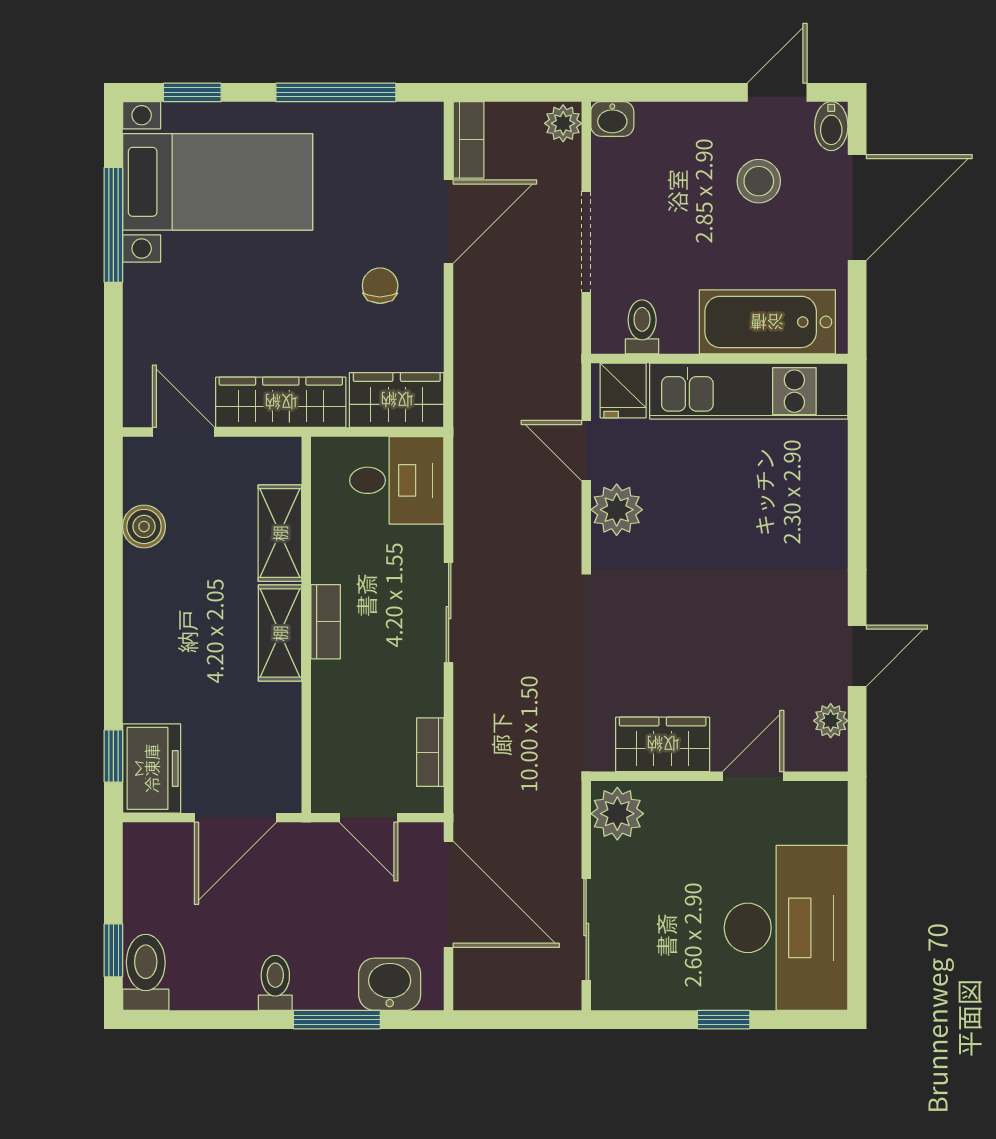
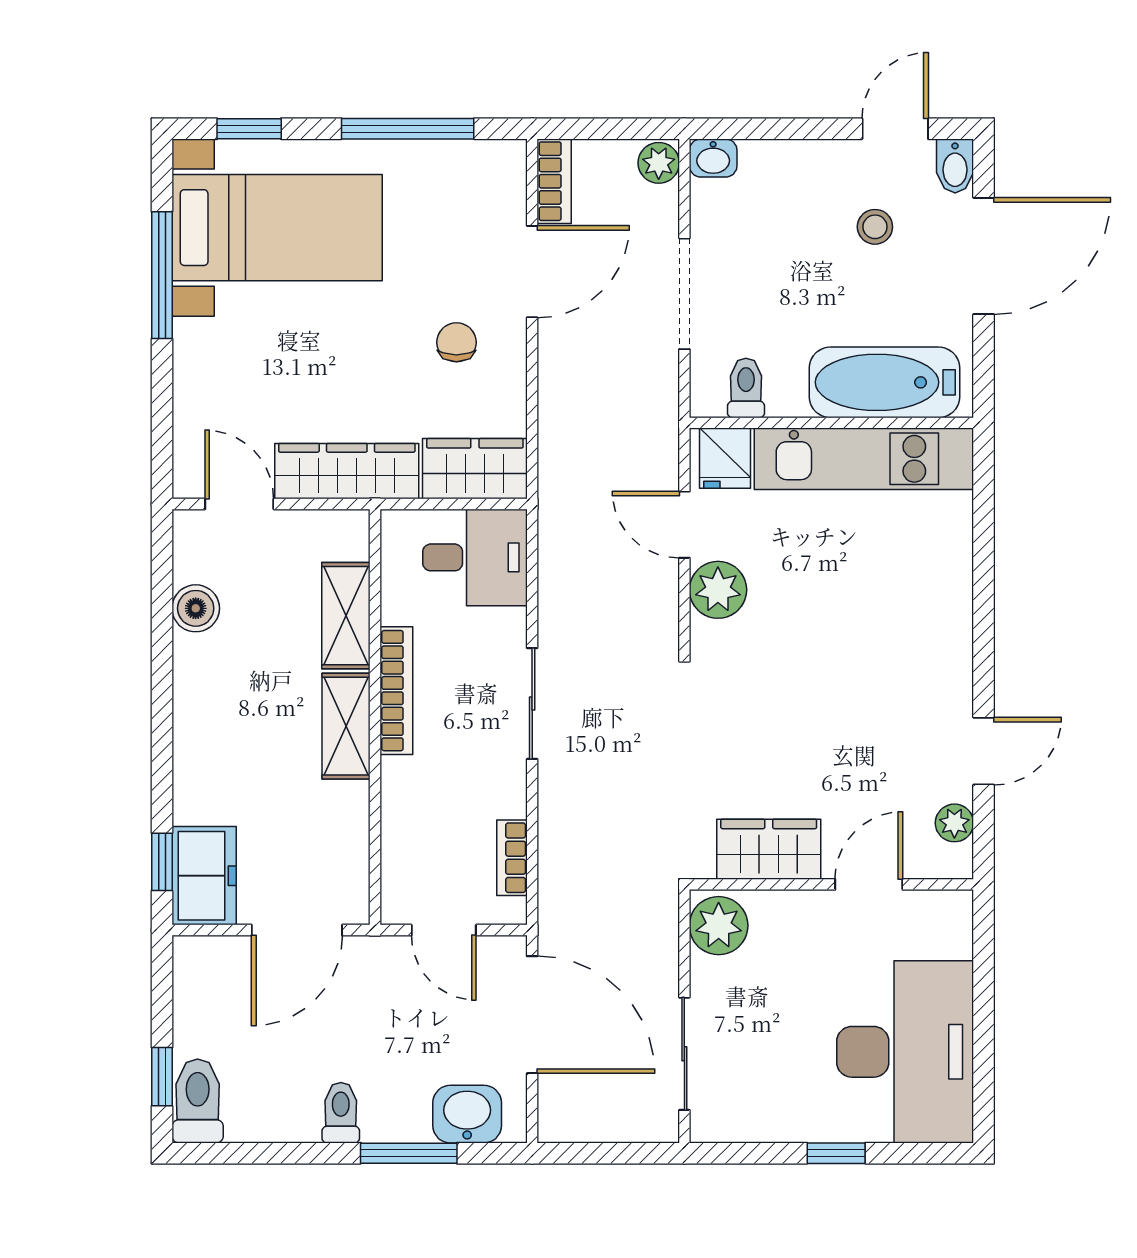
stool: (759, 181) -> (875, 227), width x0.73, depth x0.73
bookcase: (326, 622) -> (396, 691), width x1.56

